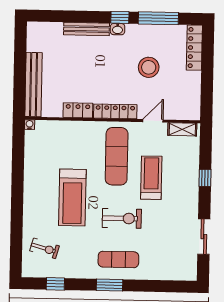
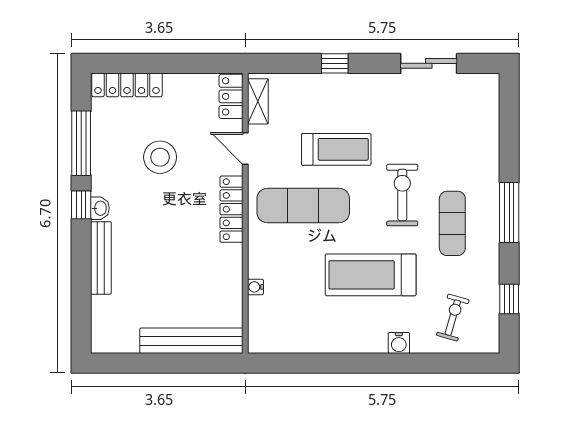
locker: (78, 110) -> (231, 96), moved
water cooler: (30, 125) -> (255, 287), moved
treadmill: (151, 178) -> (336, 149), turned 180
treadmill: (72, 198) -> (371, 275), turned 180
water cooler: (29, 214) -> (399, 343), added
exercise mat: (118, 259) -> (452, 223), moved
window: (110, 285) -> (509, 212), width x1.44

